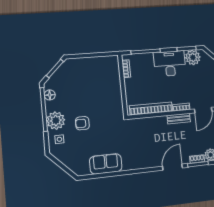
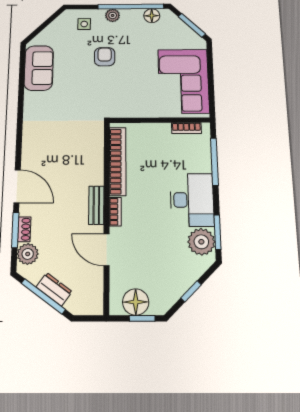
corner sofa: (95, 72) -> (183, 81), added
plant: (56, 121) -> (113, 15), width x0.53, depth x0.53
sofa: (106, 164) -> (39, 68), moved

